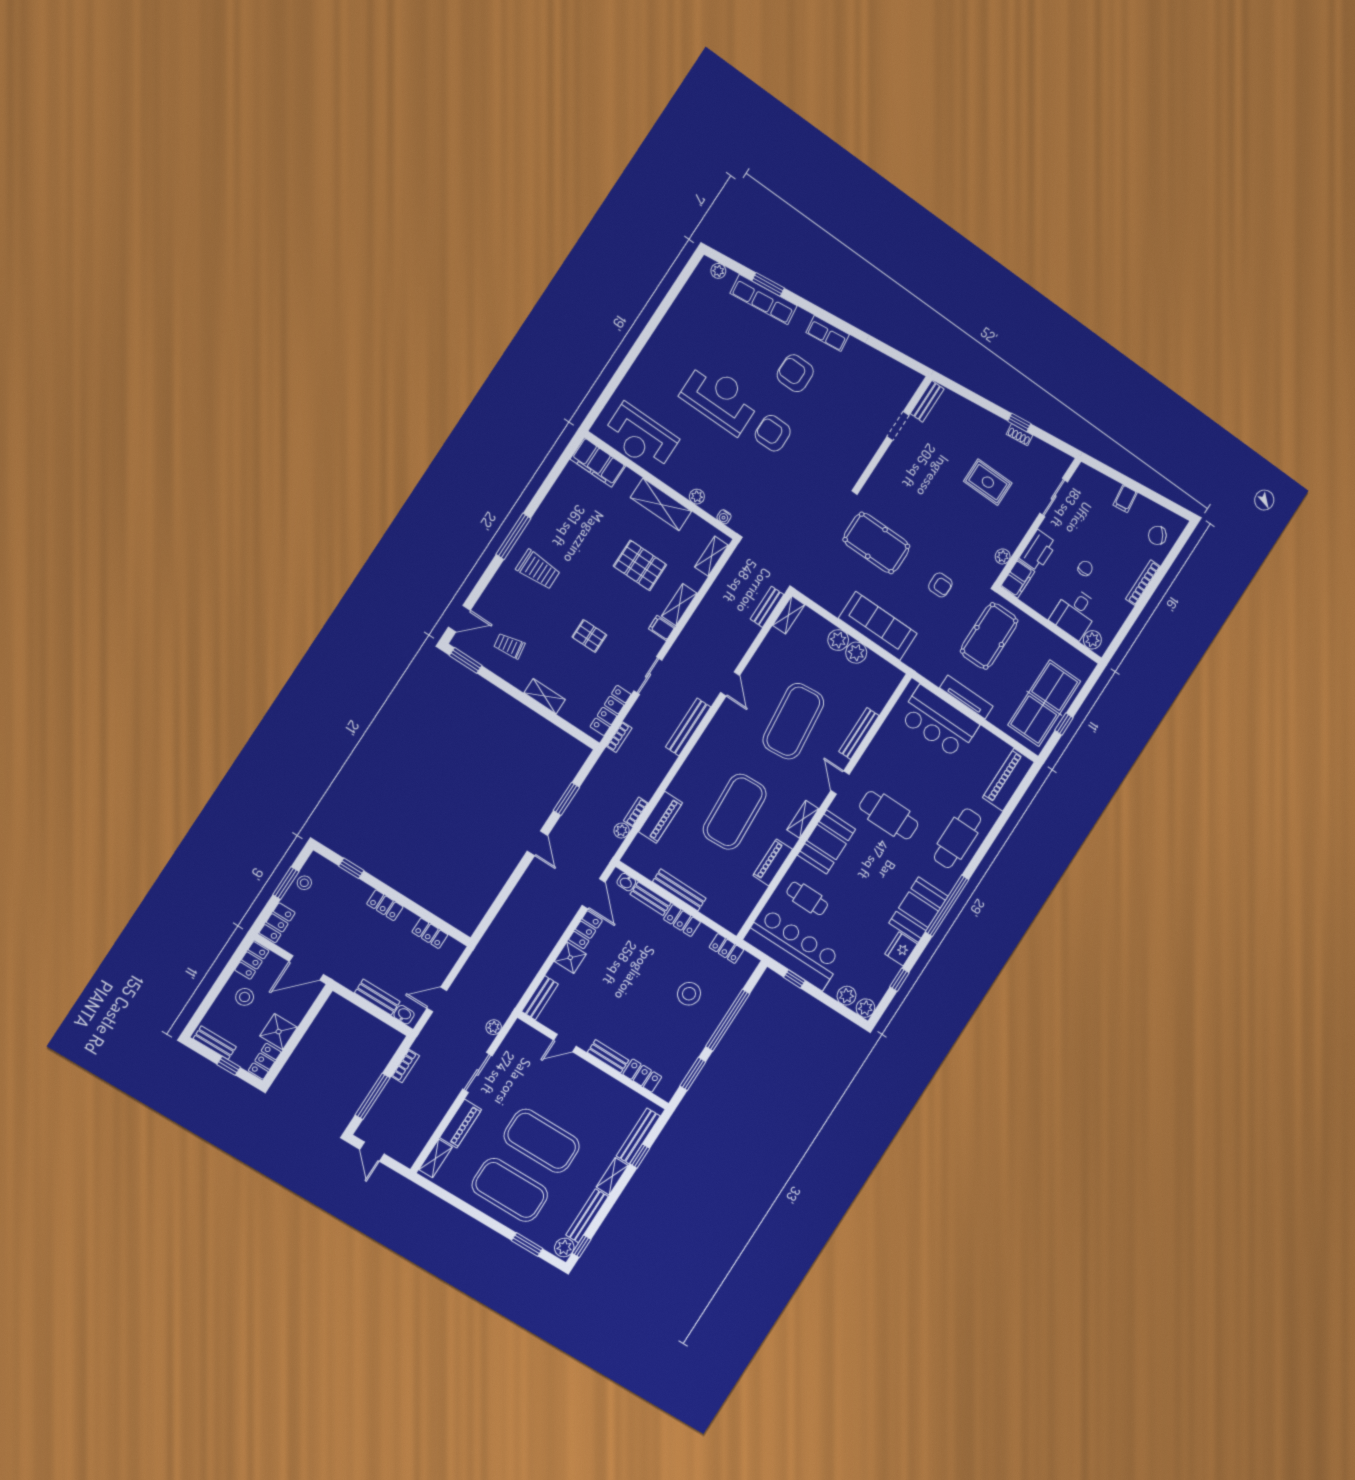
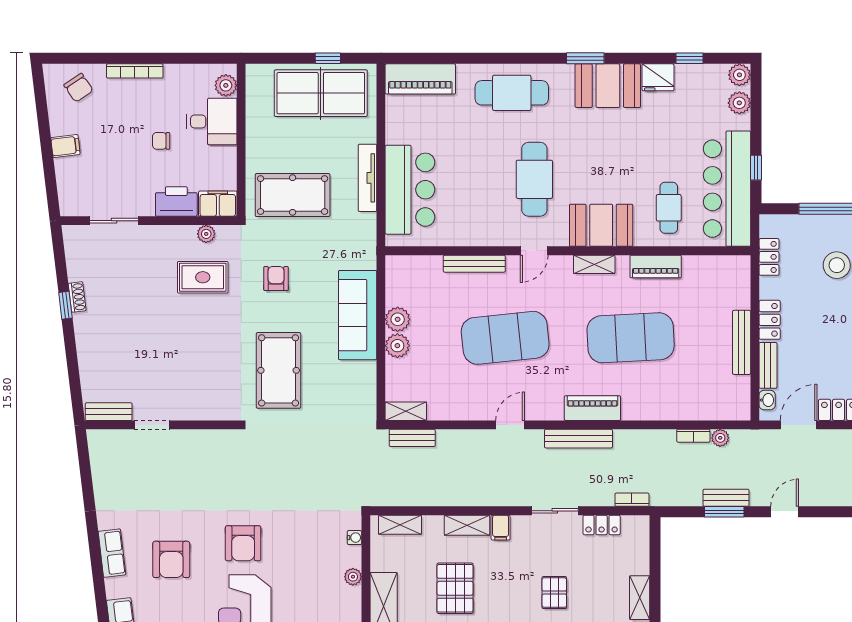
rug: (988, 482) -> (203, 277), moved, turned 90
locker: (611, 710) -> (602, 525), width x0.66
bench: (576, 807) -> (726, 498), added
piano: (660, 817) -> (592, 408), moved
window: (947, 906) -> (585, 58), width x0.47

